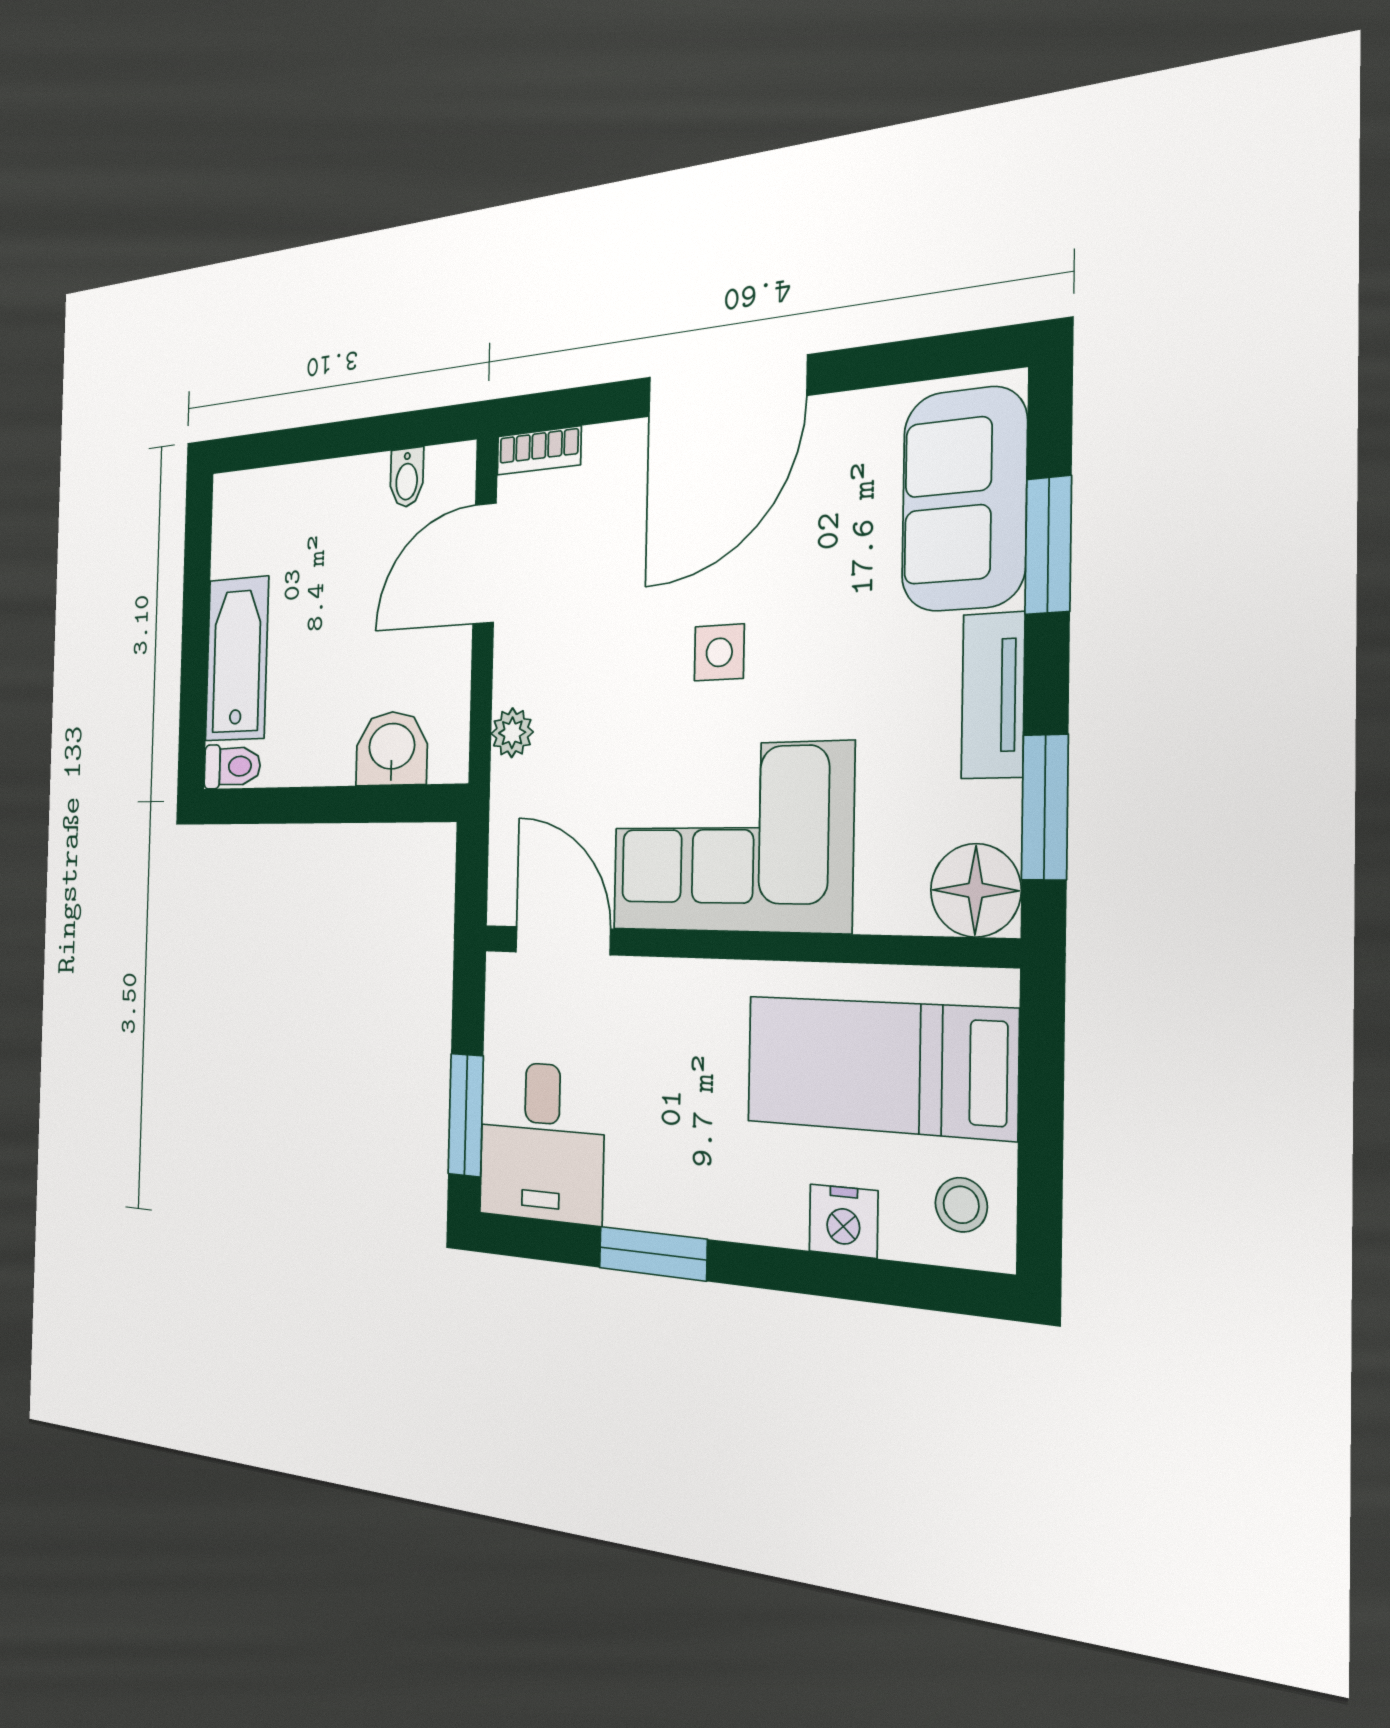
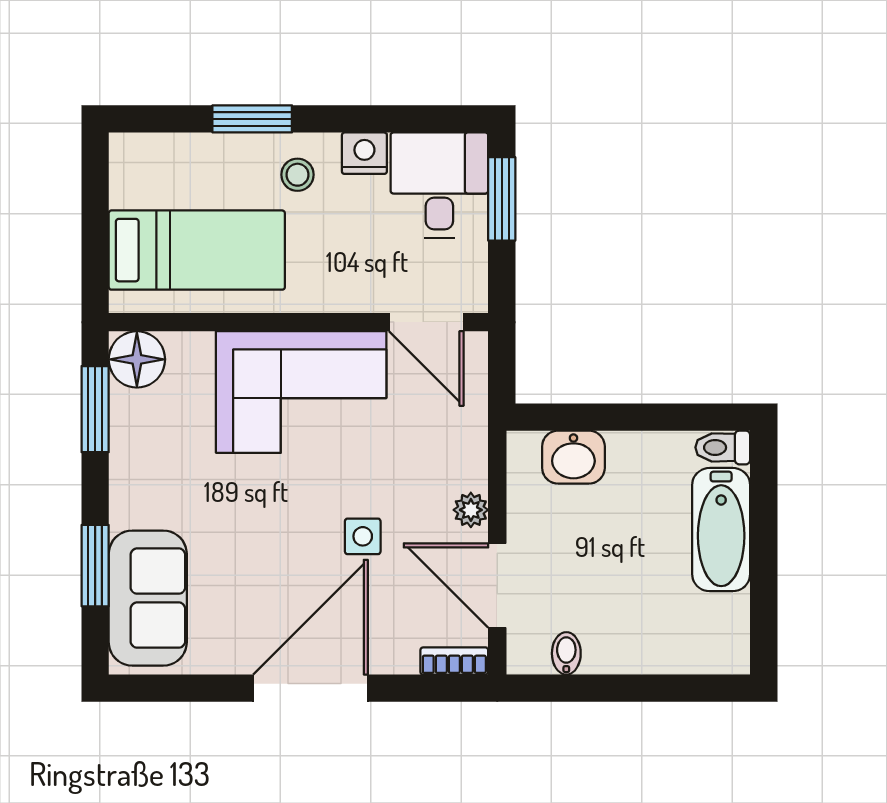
door: (484, 563) -> (497, 585), swing flipped
side table: (719, 652) -> (363, 536), moved
tv unit: (993, 695) -> (128, 477), removed
plant: (512, 733) -> (471, 510), moved
stool: (961, 1205) -> (297, 175), moved
nightstand: (843, 1221) -> (364, 153), moved
window: (653, 1254) -> (252, 119), moved

